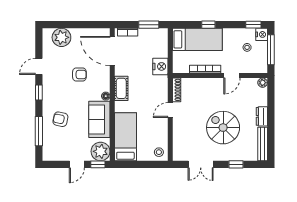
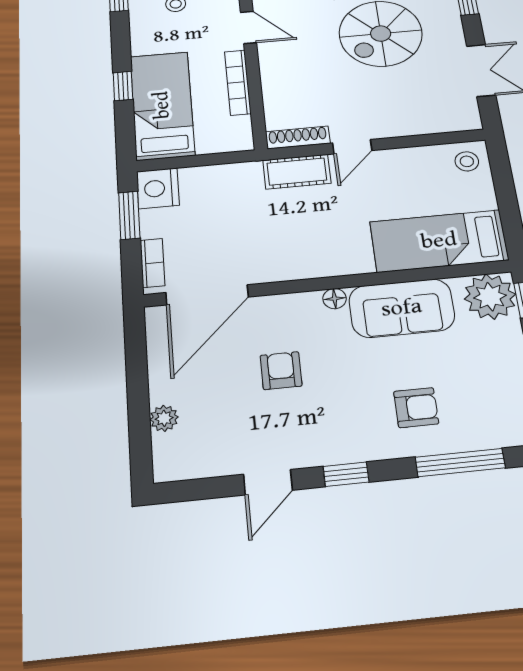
plant: (61, 37) -> (164, 418), width x0.53, depth x0.53
door: (39, 66) -> (268, 482), hinge flipped
nightstand: (160, 66) -> (158, 188), moved, turned -90
cot: (121, 88) -> (297, 172), moved
door: (170, 110) -> (352, 147), hinge flipped
armchair: (60, 119) -> (416, 408), turned -102

